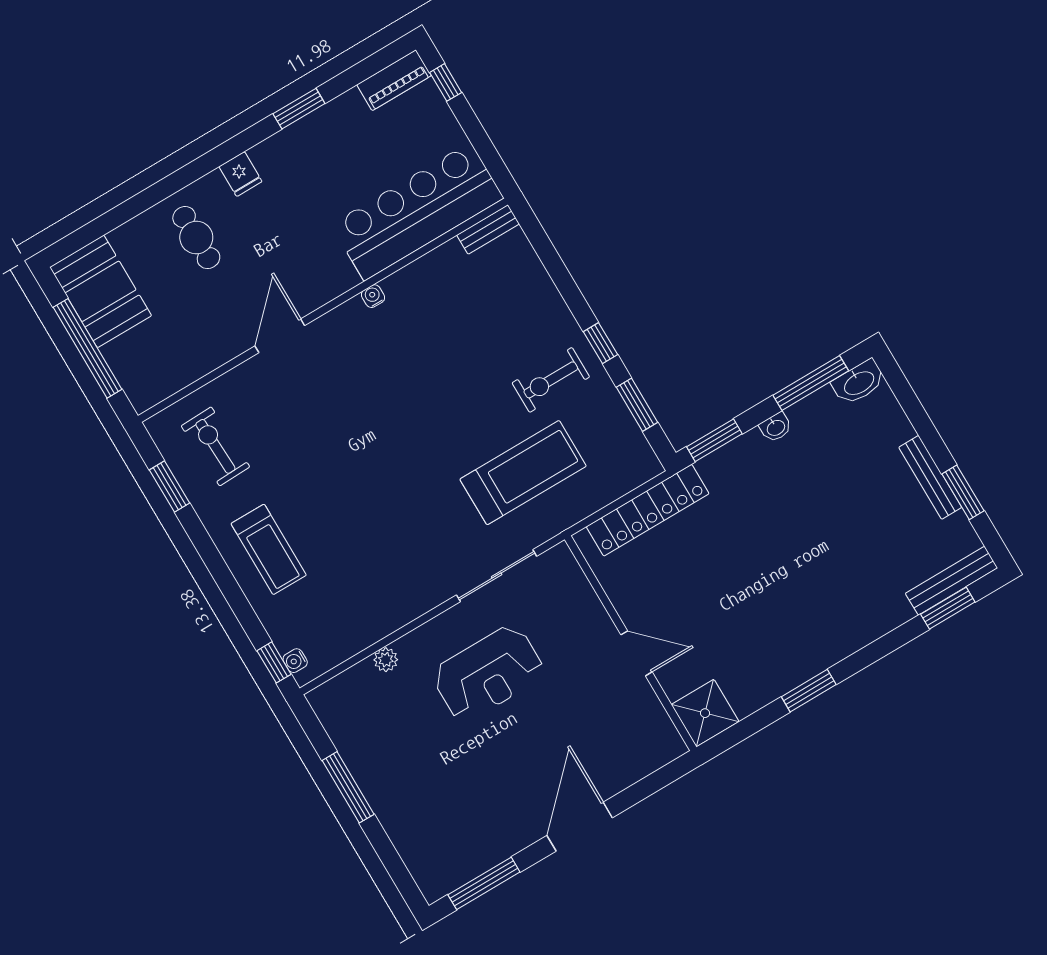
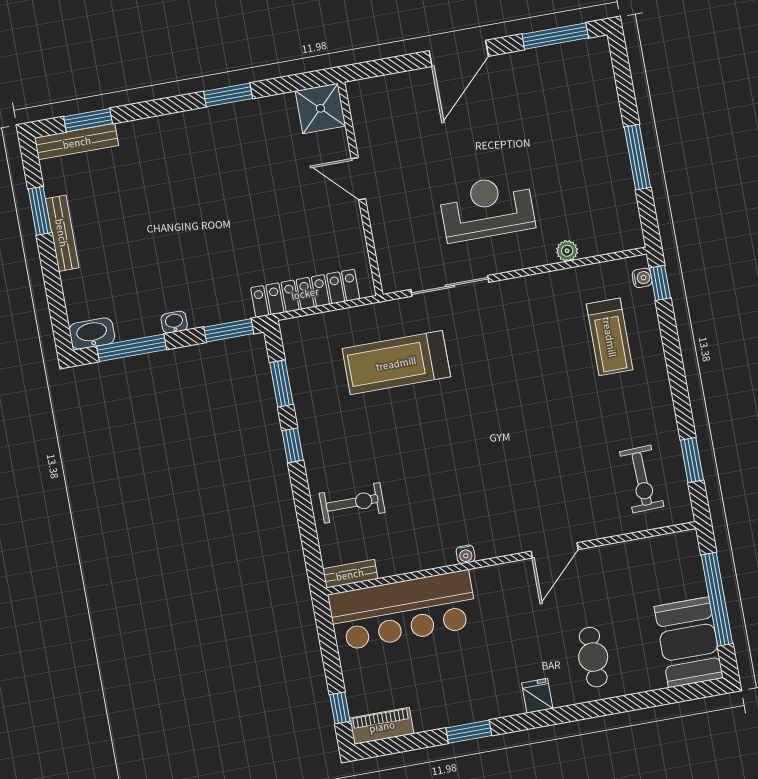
exercise bike: (551, 380) -> (352, 503), moved
treadmill: (269, 549) -> (610, 337), moved, turned 180

